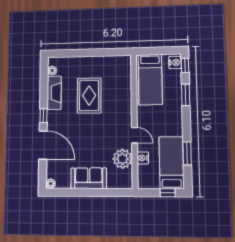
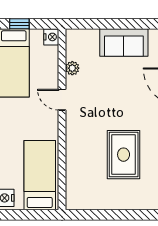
nightstand: (143, 158) -> (51, 37), moved
plant: (122, 159) -> (72, 68), width x0.53, depth x0.53

